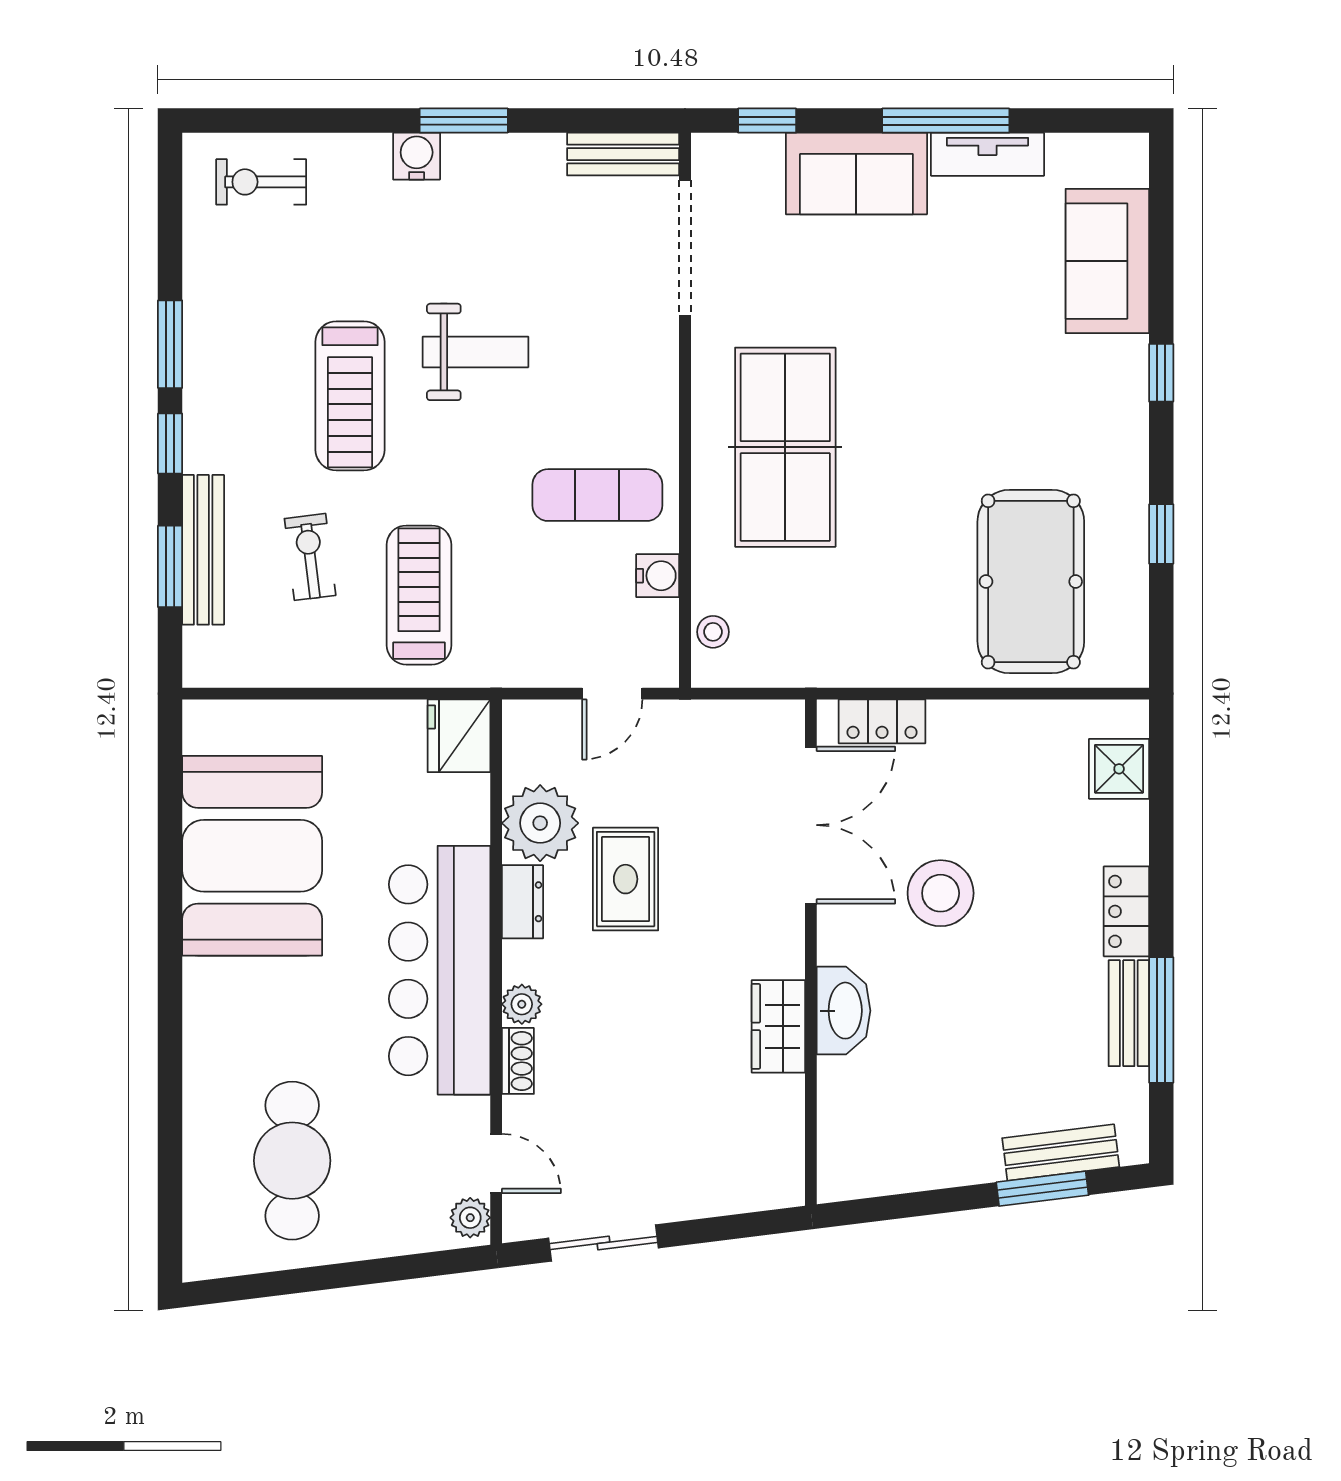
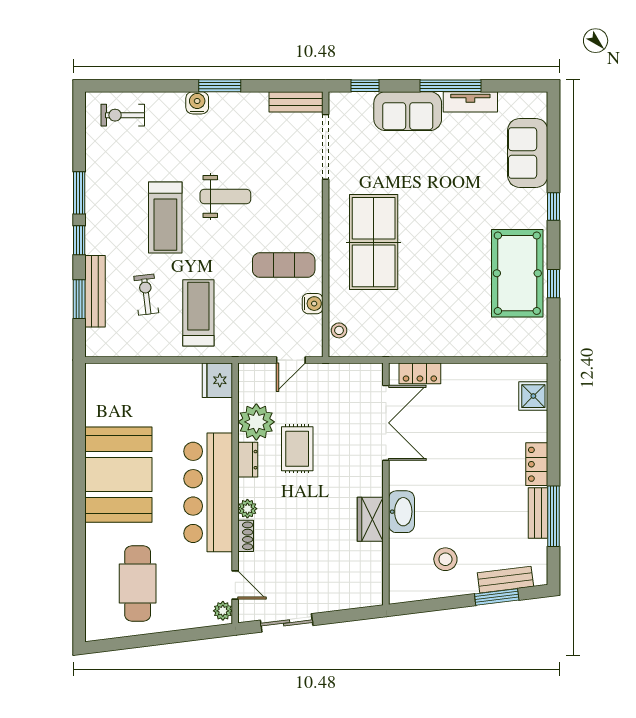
pool table: (1031, 582) -> (517, 273), moved
booth: (252, 856) -> (118, 475), moved
stool: (941, 893) -> (445, 559), moved, width x0.73, depth x0.73

